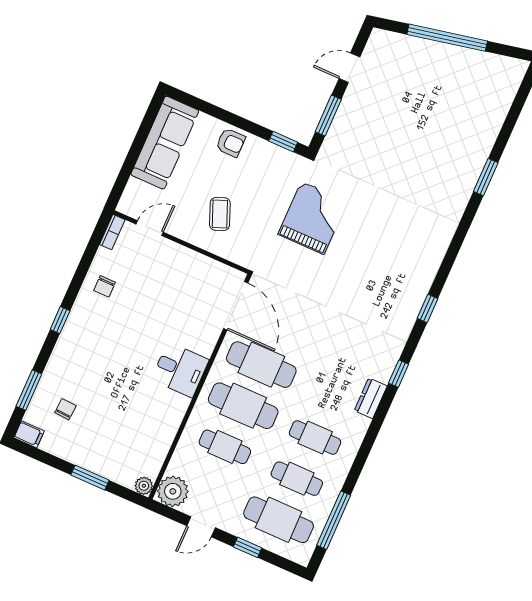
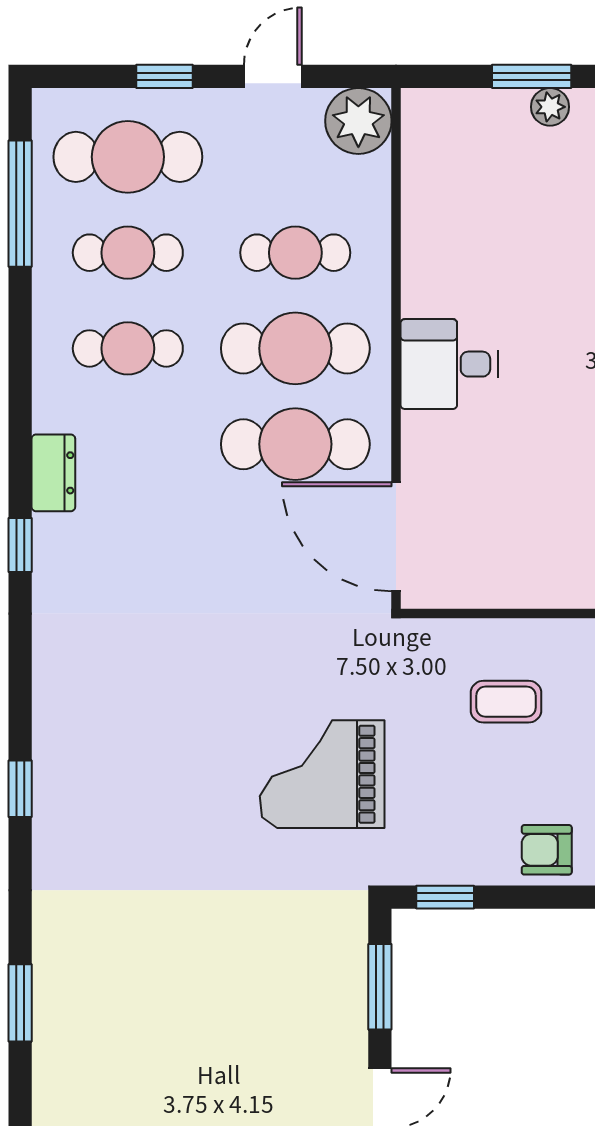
coffee table: (220, 214) -> (506, 702), turned -68
grand piano: (313, 218) -> (322, 774), turned 90
window: (427, 308) -> (20, 789), moved
plant: (144, 486) -> (550, 107), moved

